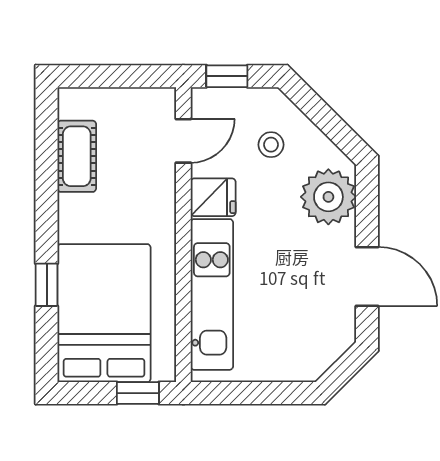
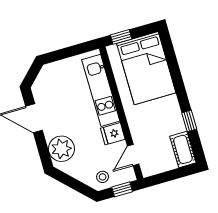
stool: (271, 145) -> (103, 177), moved
cot: (77, 156) -> (183, 149), moved
window: (47, 285) -> (189, 121), moved

